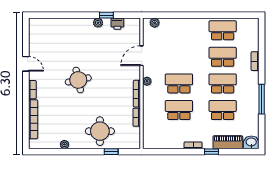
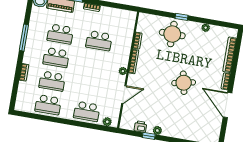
door: (26, 64) -> (228, 105), width x1.88
school desk: (179, 83) -> (87, 111), moved
window: (111, 152) -> (181, 17), moved

